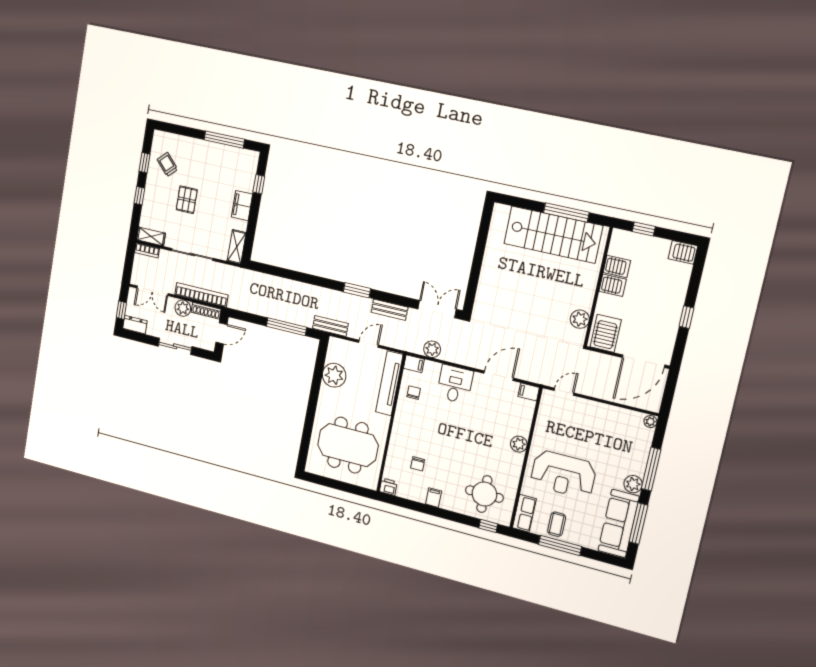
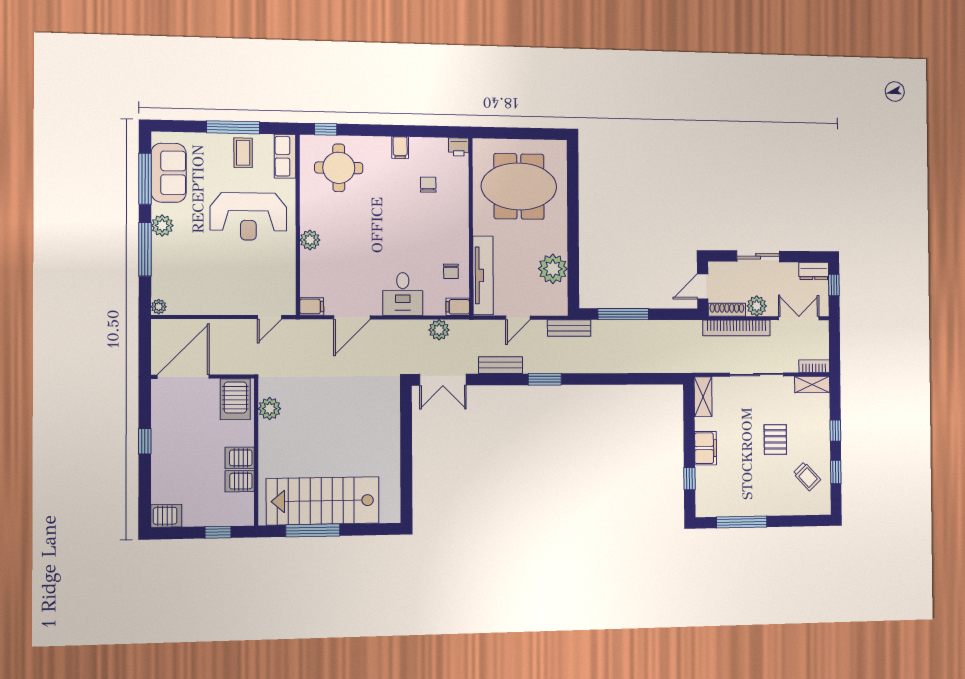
reception desk: (563, 474) -> (248, 216), turned 180
sofa: (619, 523) -> (169, 173), width x0.73

